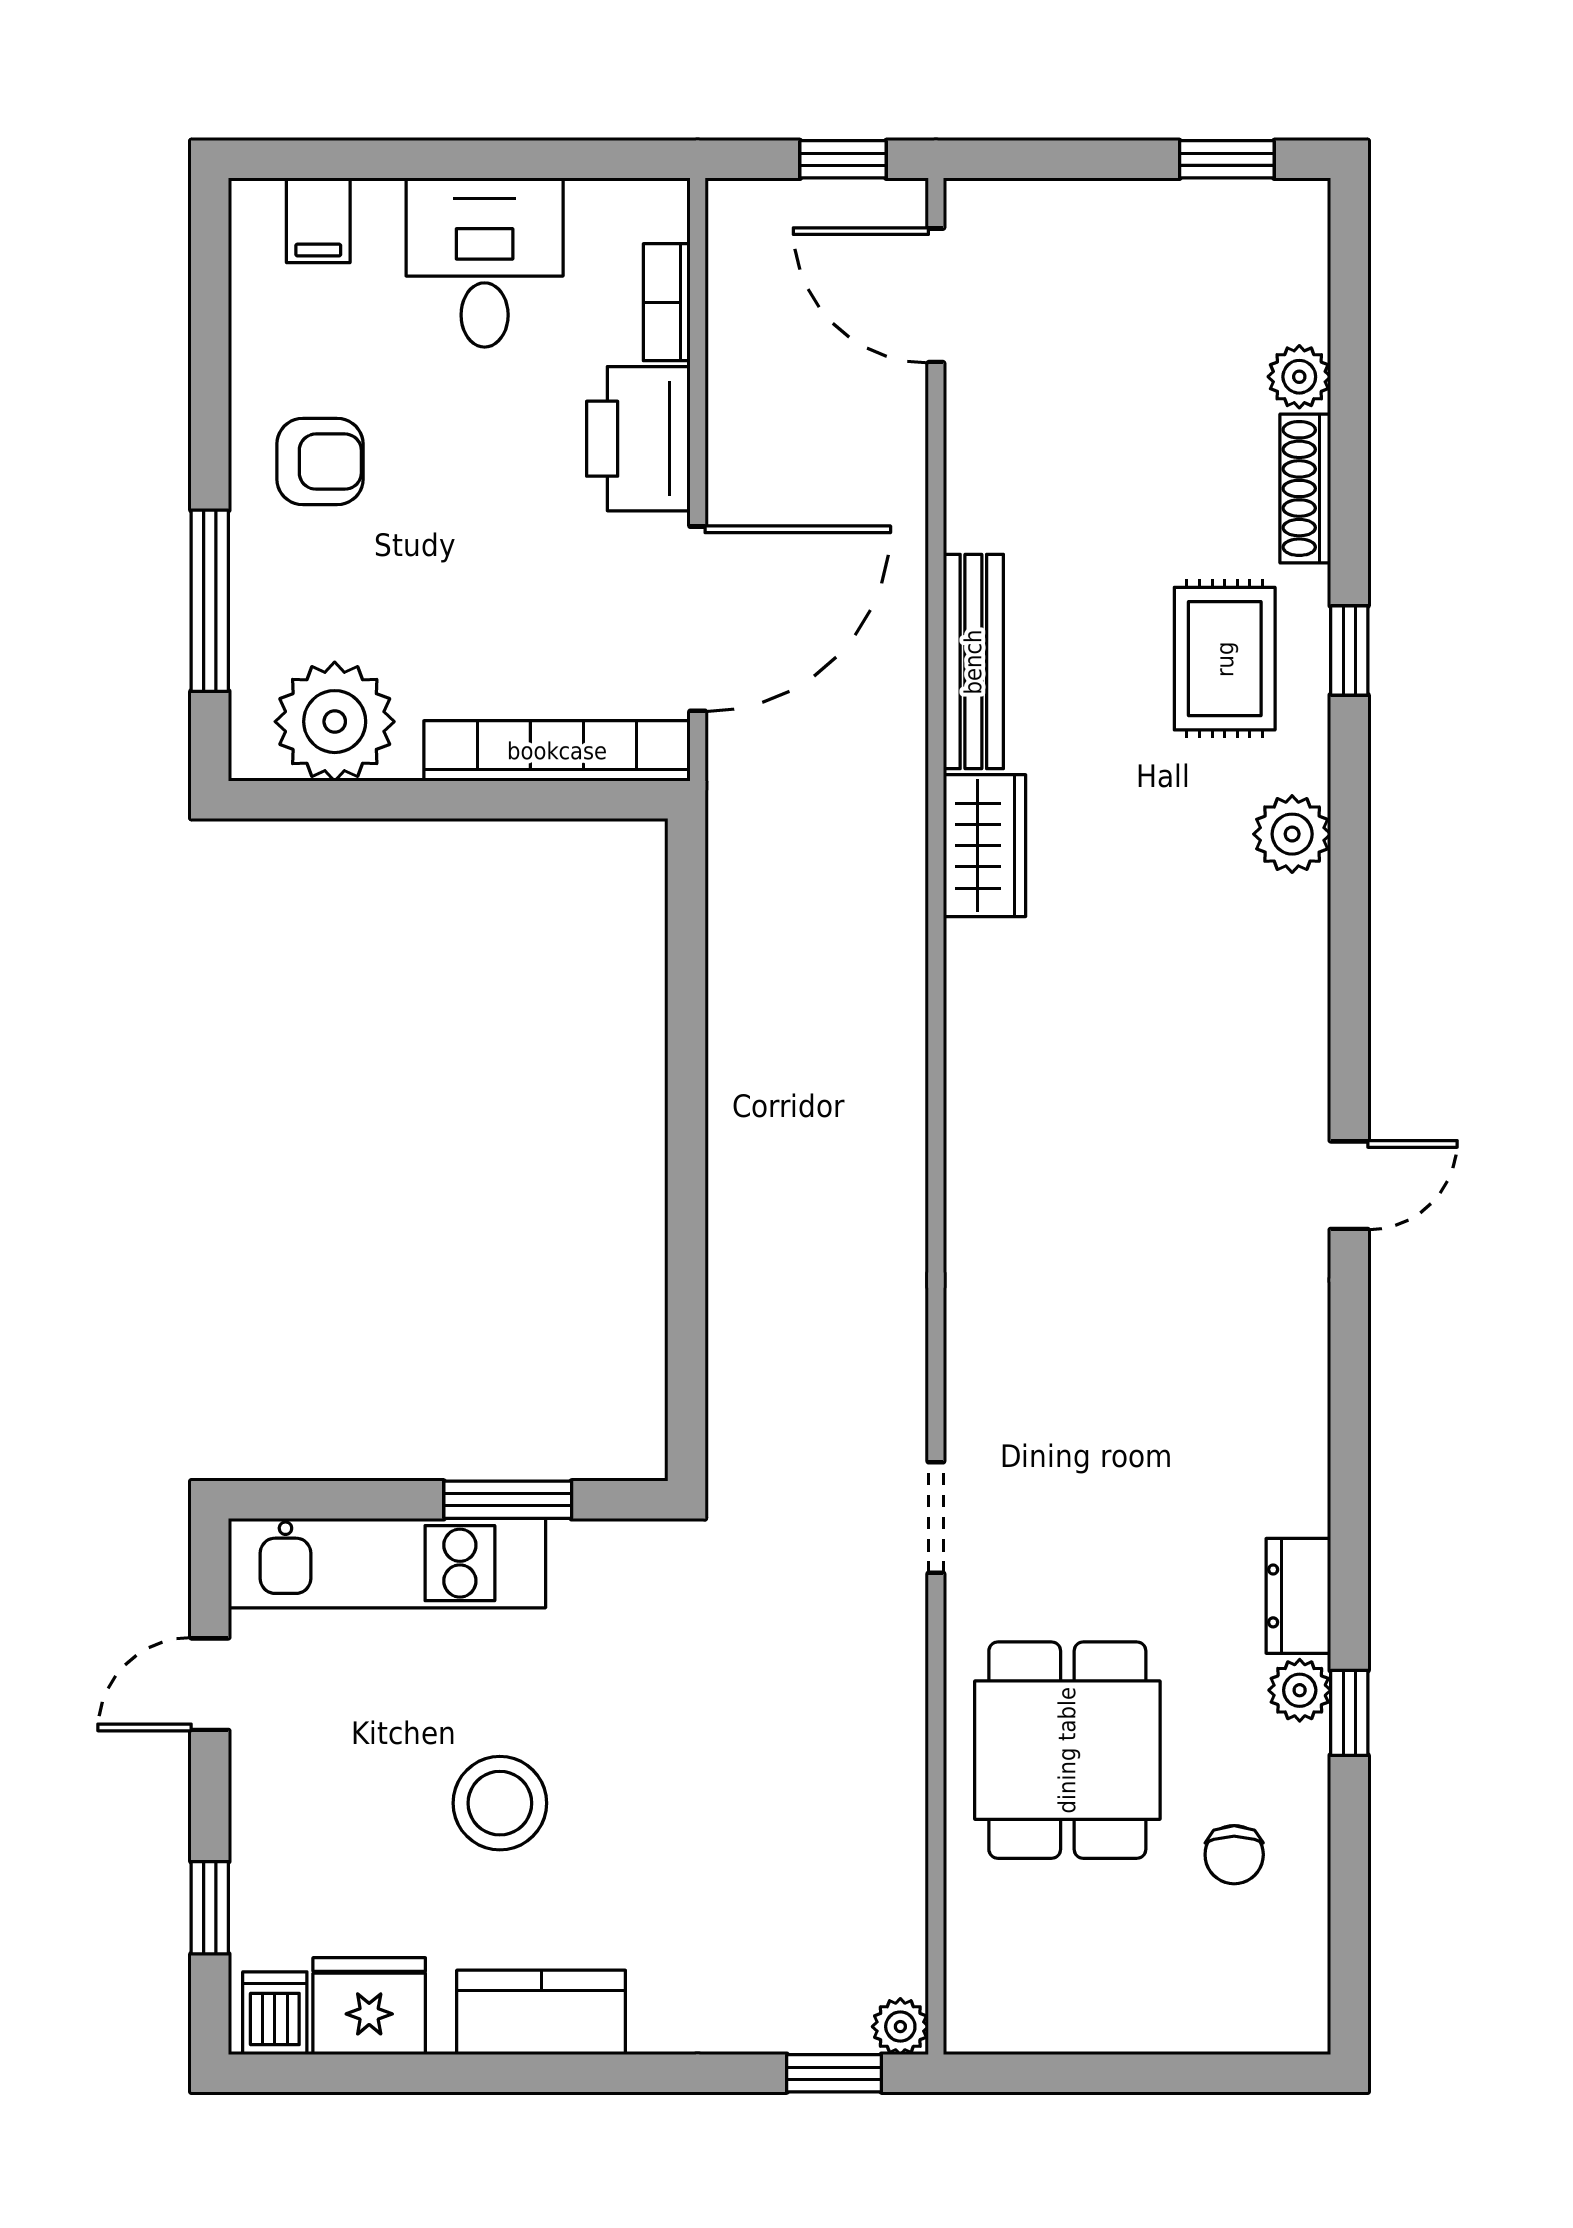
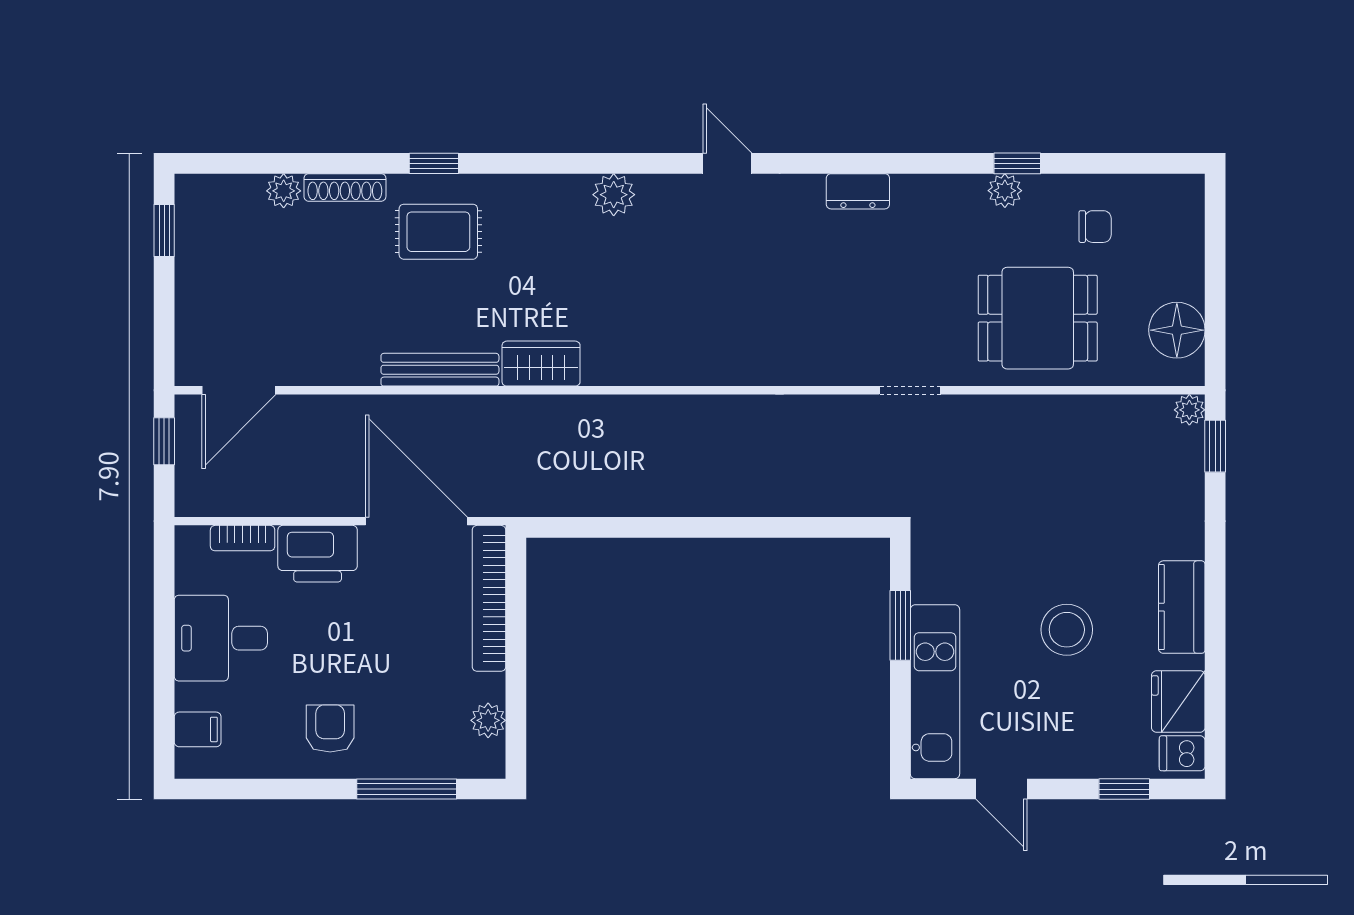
plant: (335, 722) -> (488, 720), width x0.53, depth x0.53
plant: (1292, 834) -> (614, 195), moved
dresser: (1298, 1596) -> (858, 191), moved
floor lamp: (1045, 2004) -> (1177, 330), added

